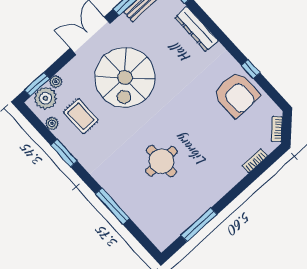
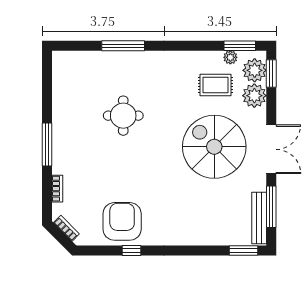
dresser: (196, 29) -> (201, 237), removed
plant: (56, 82) -> (254, 96), width x1.87, depth x1.87
armchair: (236, 94) -> (122, 221), turned 90
window: (64, 153) -> (240, 46), moved
window: (199, 225) -> (47, 144), moved

